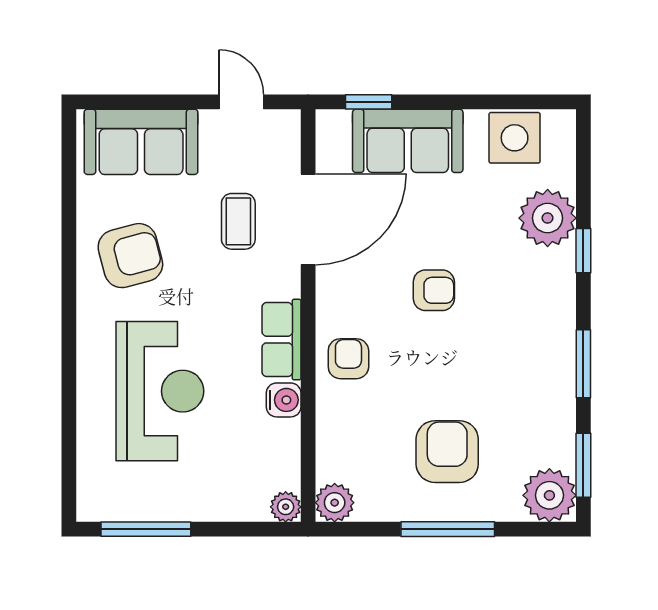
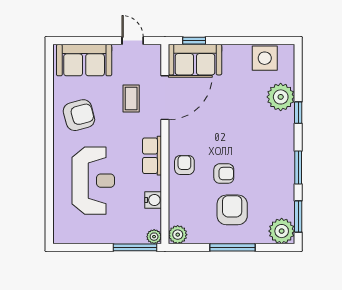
sofa: (408, 141) -> (195, 60), moved
armchair: (434, 290) -> (224, 174), moved
water cooler: (284, 400) -> (153, 200), moved
window: (146, 529) -> (135, 247), moved

